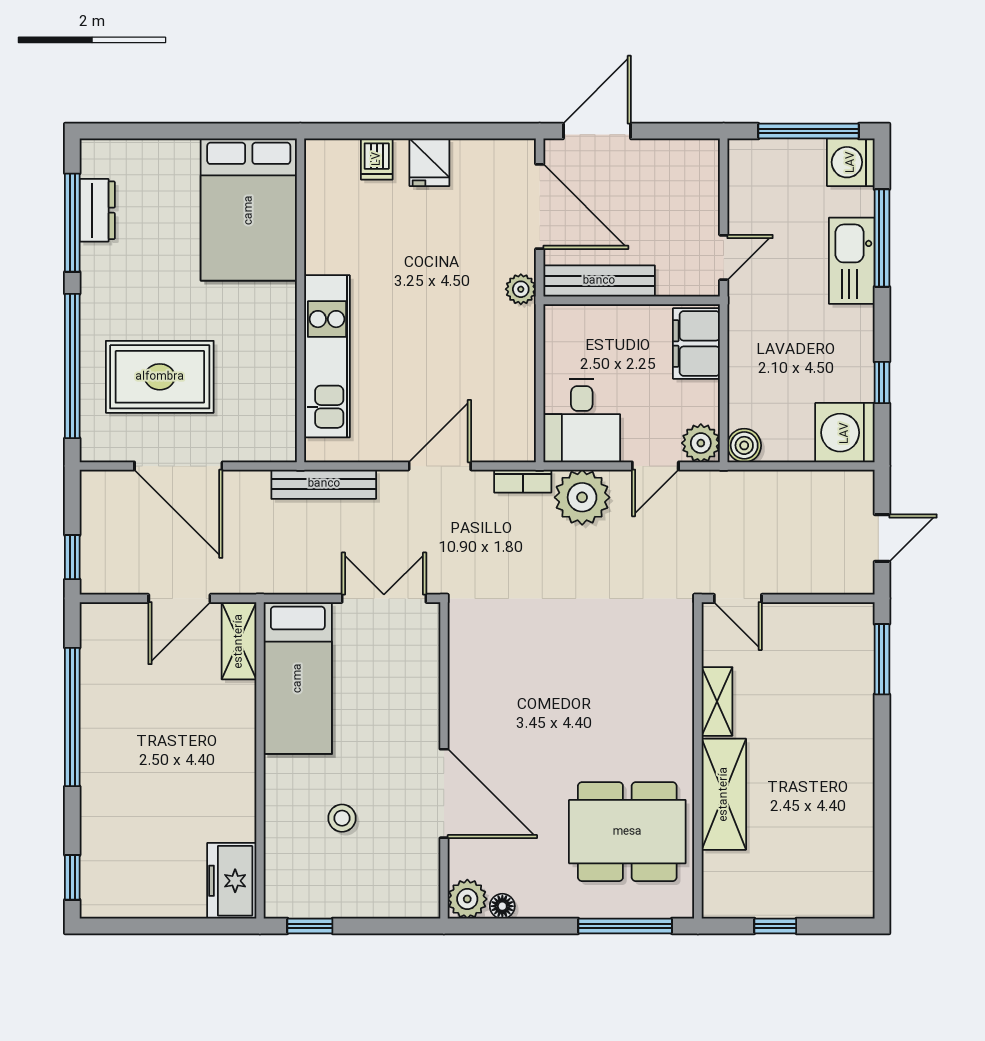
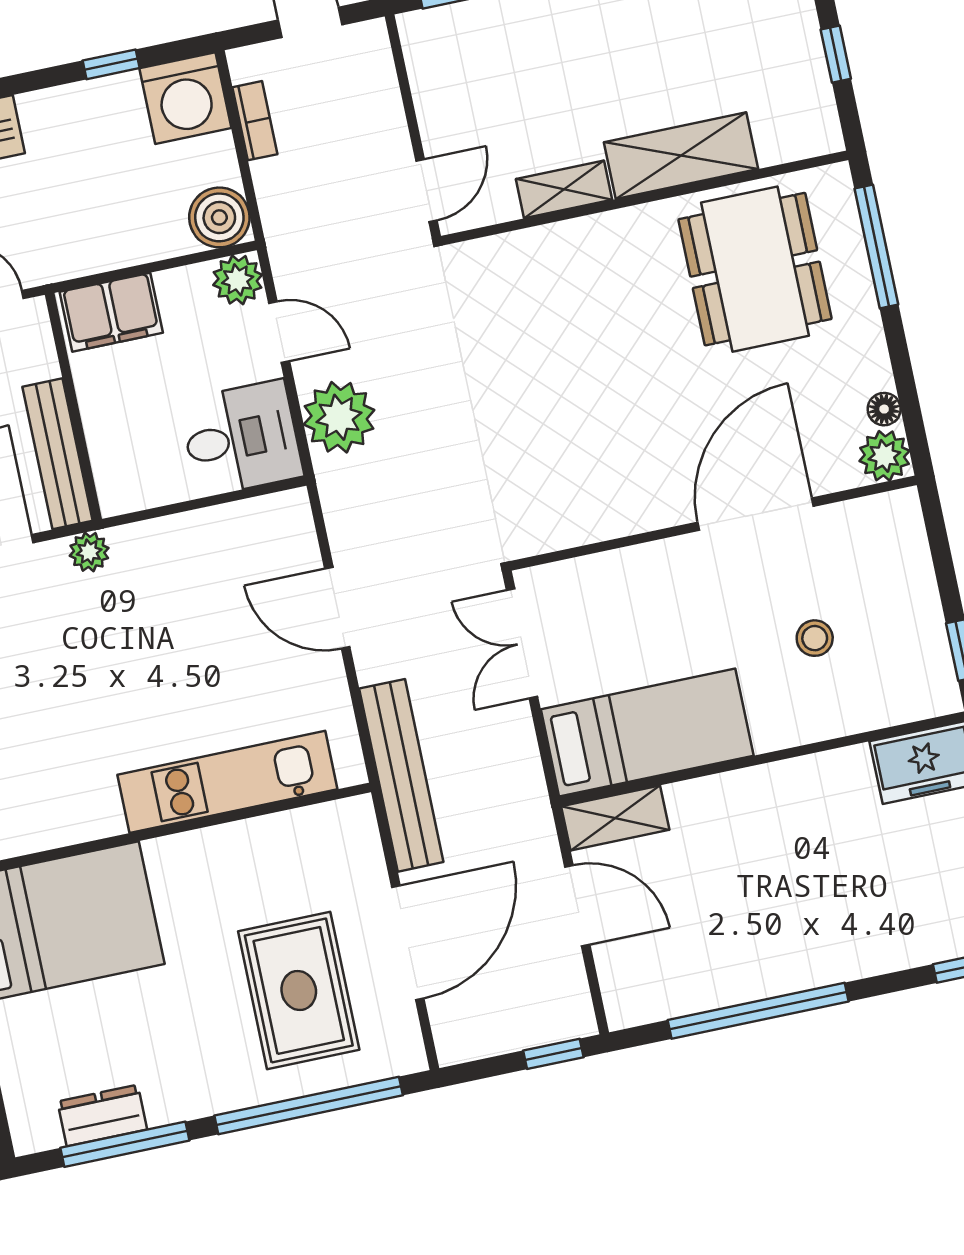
boiler: (744, 445) -> (219, 217), width x1.36, depth x1.36
bookcase: (523, 481) -> (255, 121), moved
bench: (324, 484) -> (401, 775), width x1.37, depth x1.21

